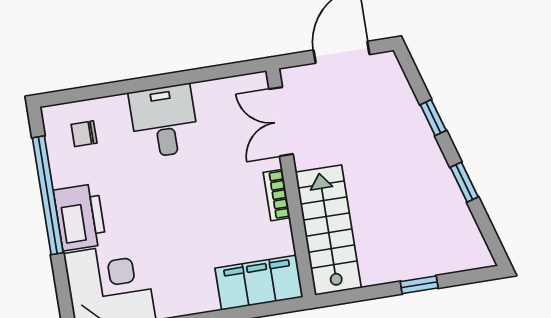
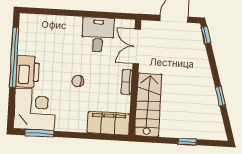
window: (433, 118) -> (206, 35), moved
desk: (164, 121) -> (98, 35), moved
chair: (84, 134) -> (78, 81), moved

